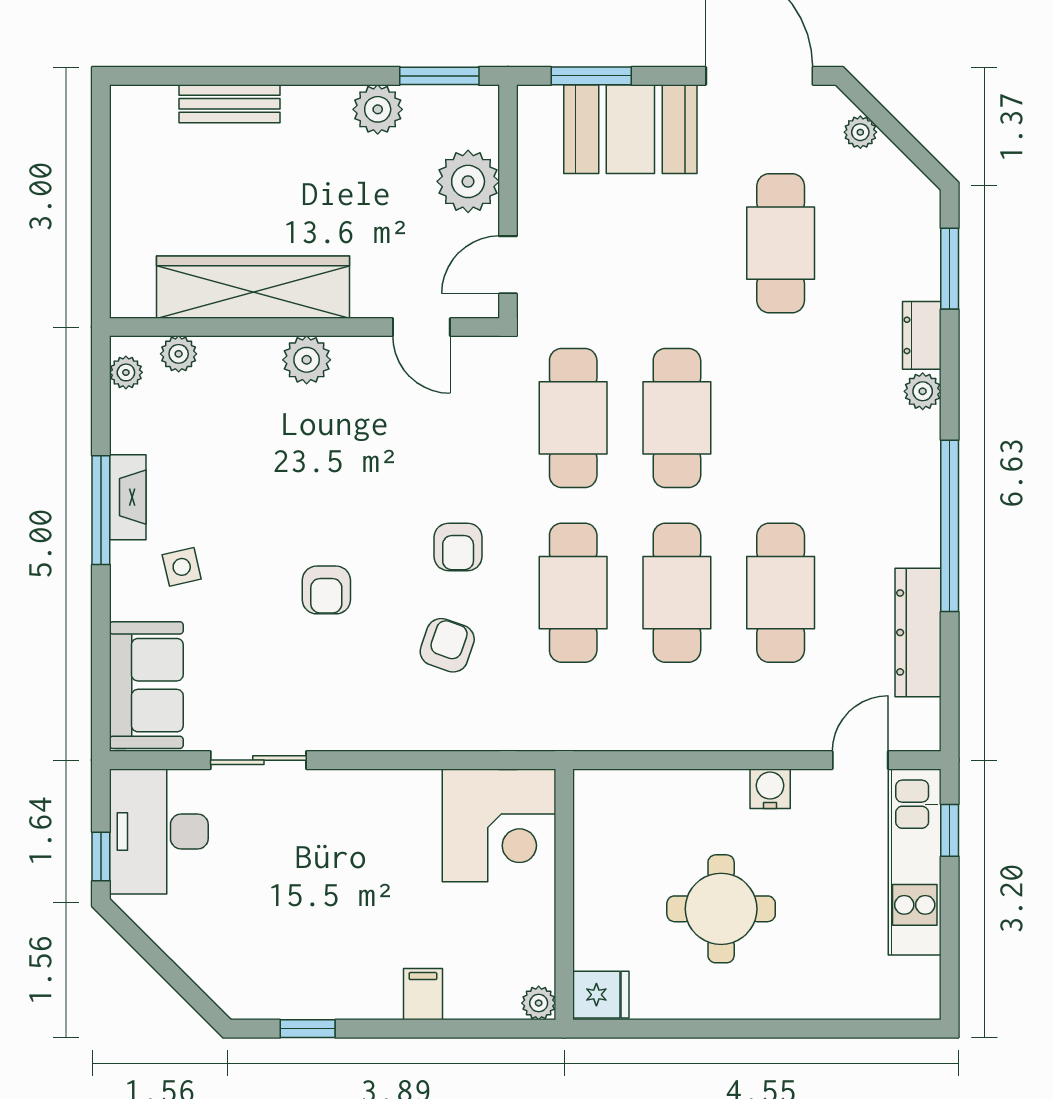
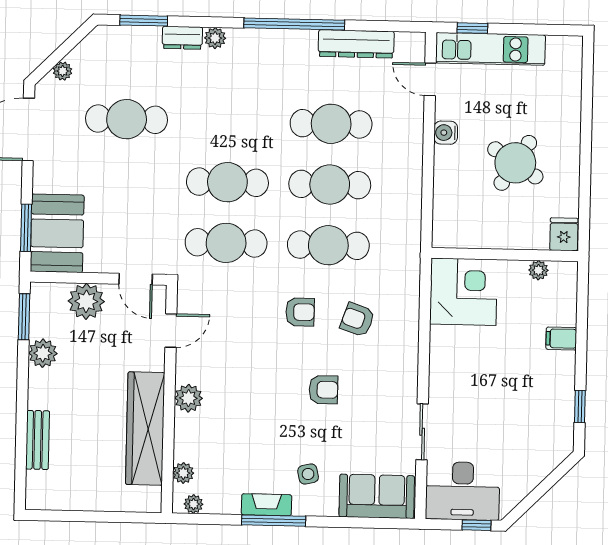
booth: (630, 129) -> (57, 233), moved
round table: (721, 909) -> (515, 163), turned 33
plant: (539, 1003) -> (538, 270), moved

